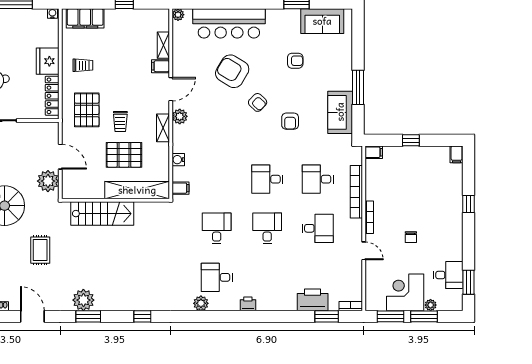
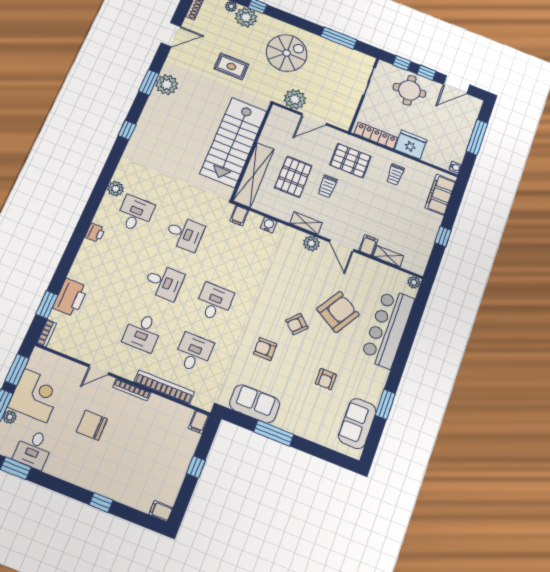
trolley: (120, 121) -> (327, 186), turned -90
stairs: (102, 214) -> (233, 142), width x1.36, depth x1.51
chair: (411, 237) -> (92, 425), width x1.87, depth x1.87

